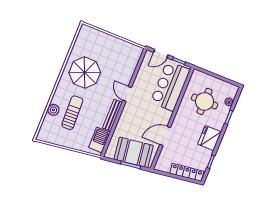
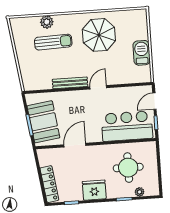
door: (161, 54) -> (154, 101), hinge flipped
door: (165, 136) -> (75, 145), hinge flipped
barbecue: (99, 140) -> (142, 53), moved, turned -90

